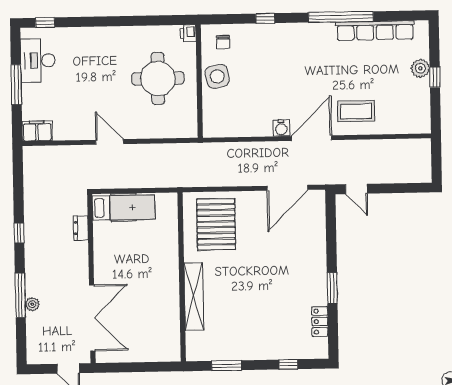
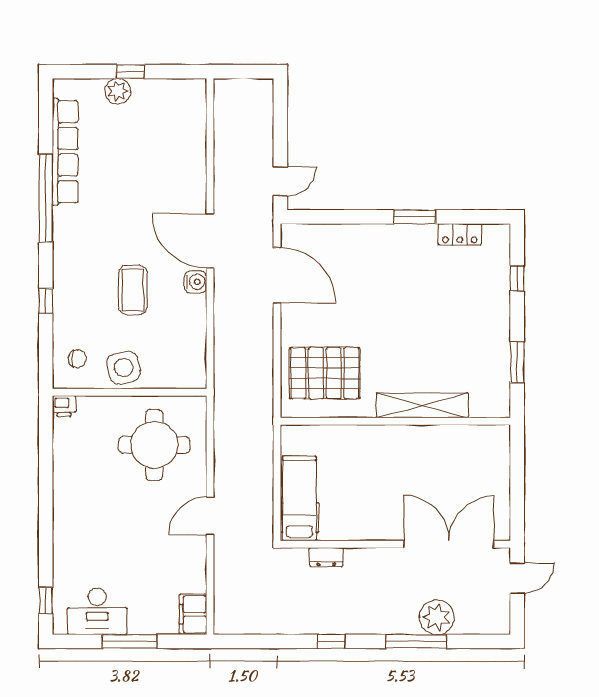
round table: (158, 78) -> (154, 445), moved
coffee table: (356, 111) -> (133, 290), moved
plant: (32, 304) -> (437, 617), width x1.87, depth x1.87

